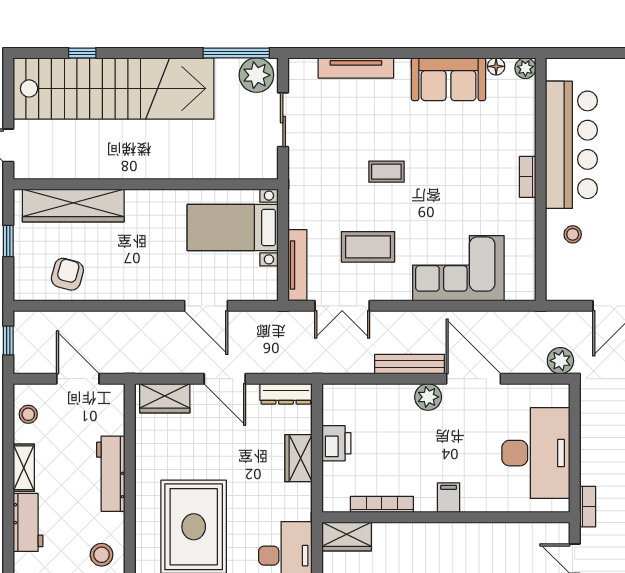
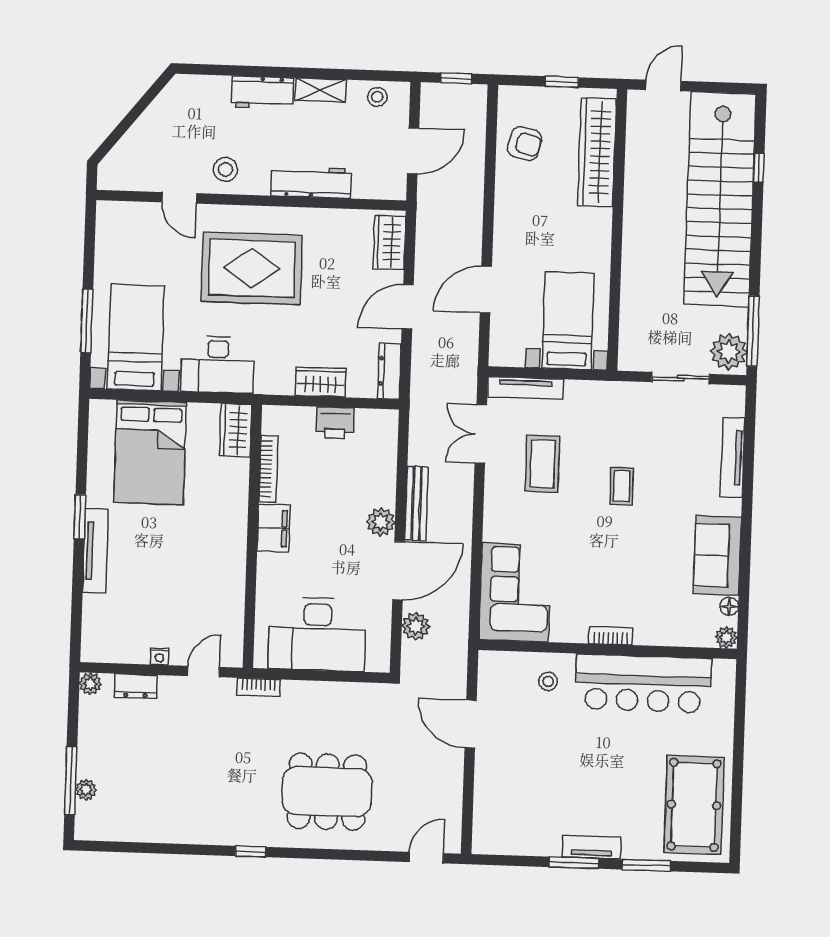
corner sofa: (458, 268) -> (515, 592), moved
plant: (560, 361) -> (416, 626), moved
filing cabinet: (449, 498) -> (273, 528), width x2.00

